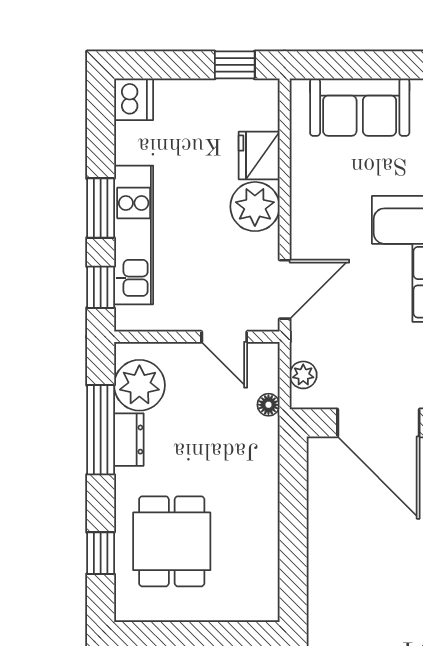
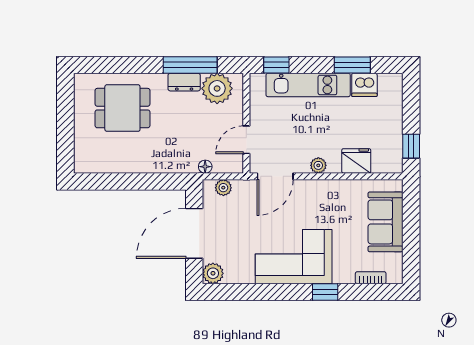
dishwasher: (134, 99) -> (364, 85), moved
plant: (255, 207) -> (318, 165), width x0.53, depth x0.53
window: (101, 208) -> (352, 65), moved
door: (285, 289) -> (275, 176), hinge flipped
window: (101, 553) -> (115, 65), removed

